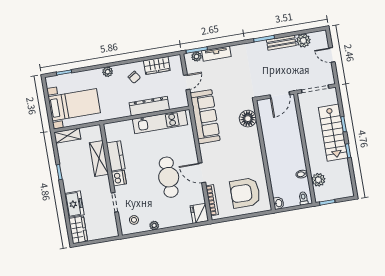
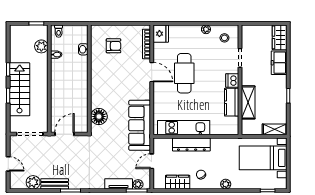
armchair: (245, 193) -> (114, 46), width x0.53, depth x0.53
washbasin: (278, 203) -> (83, 49), moved

